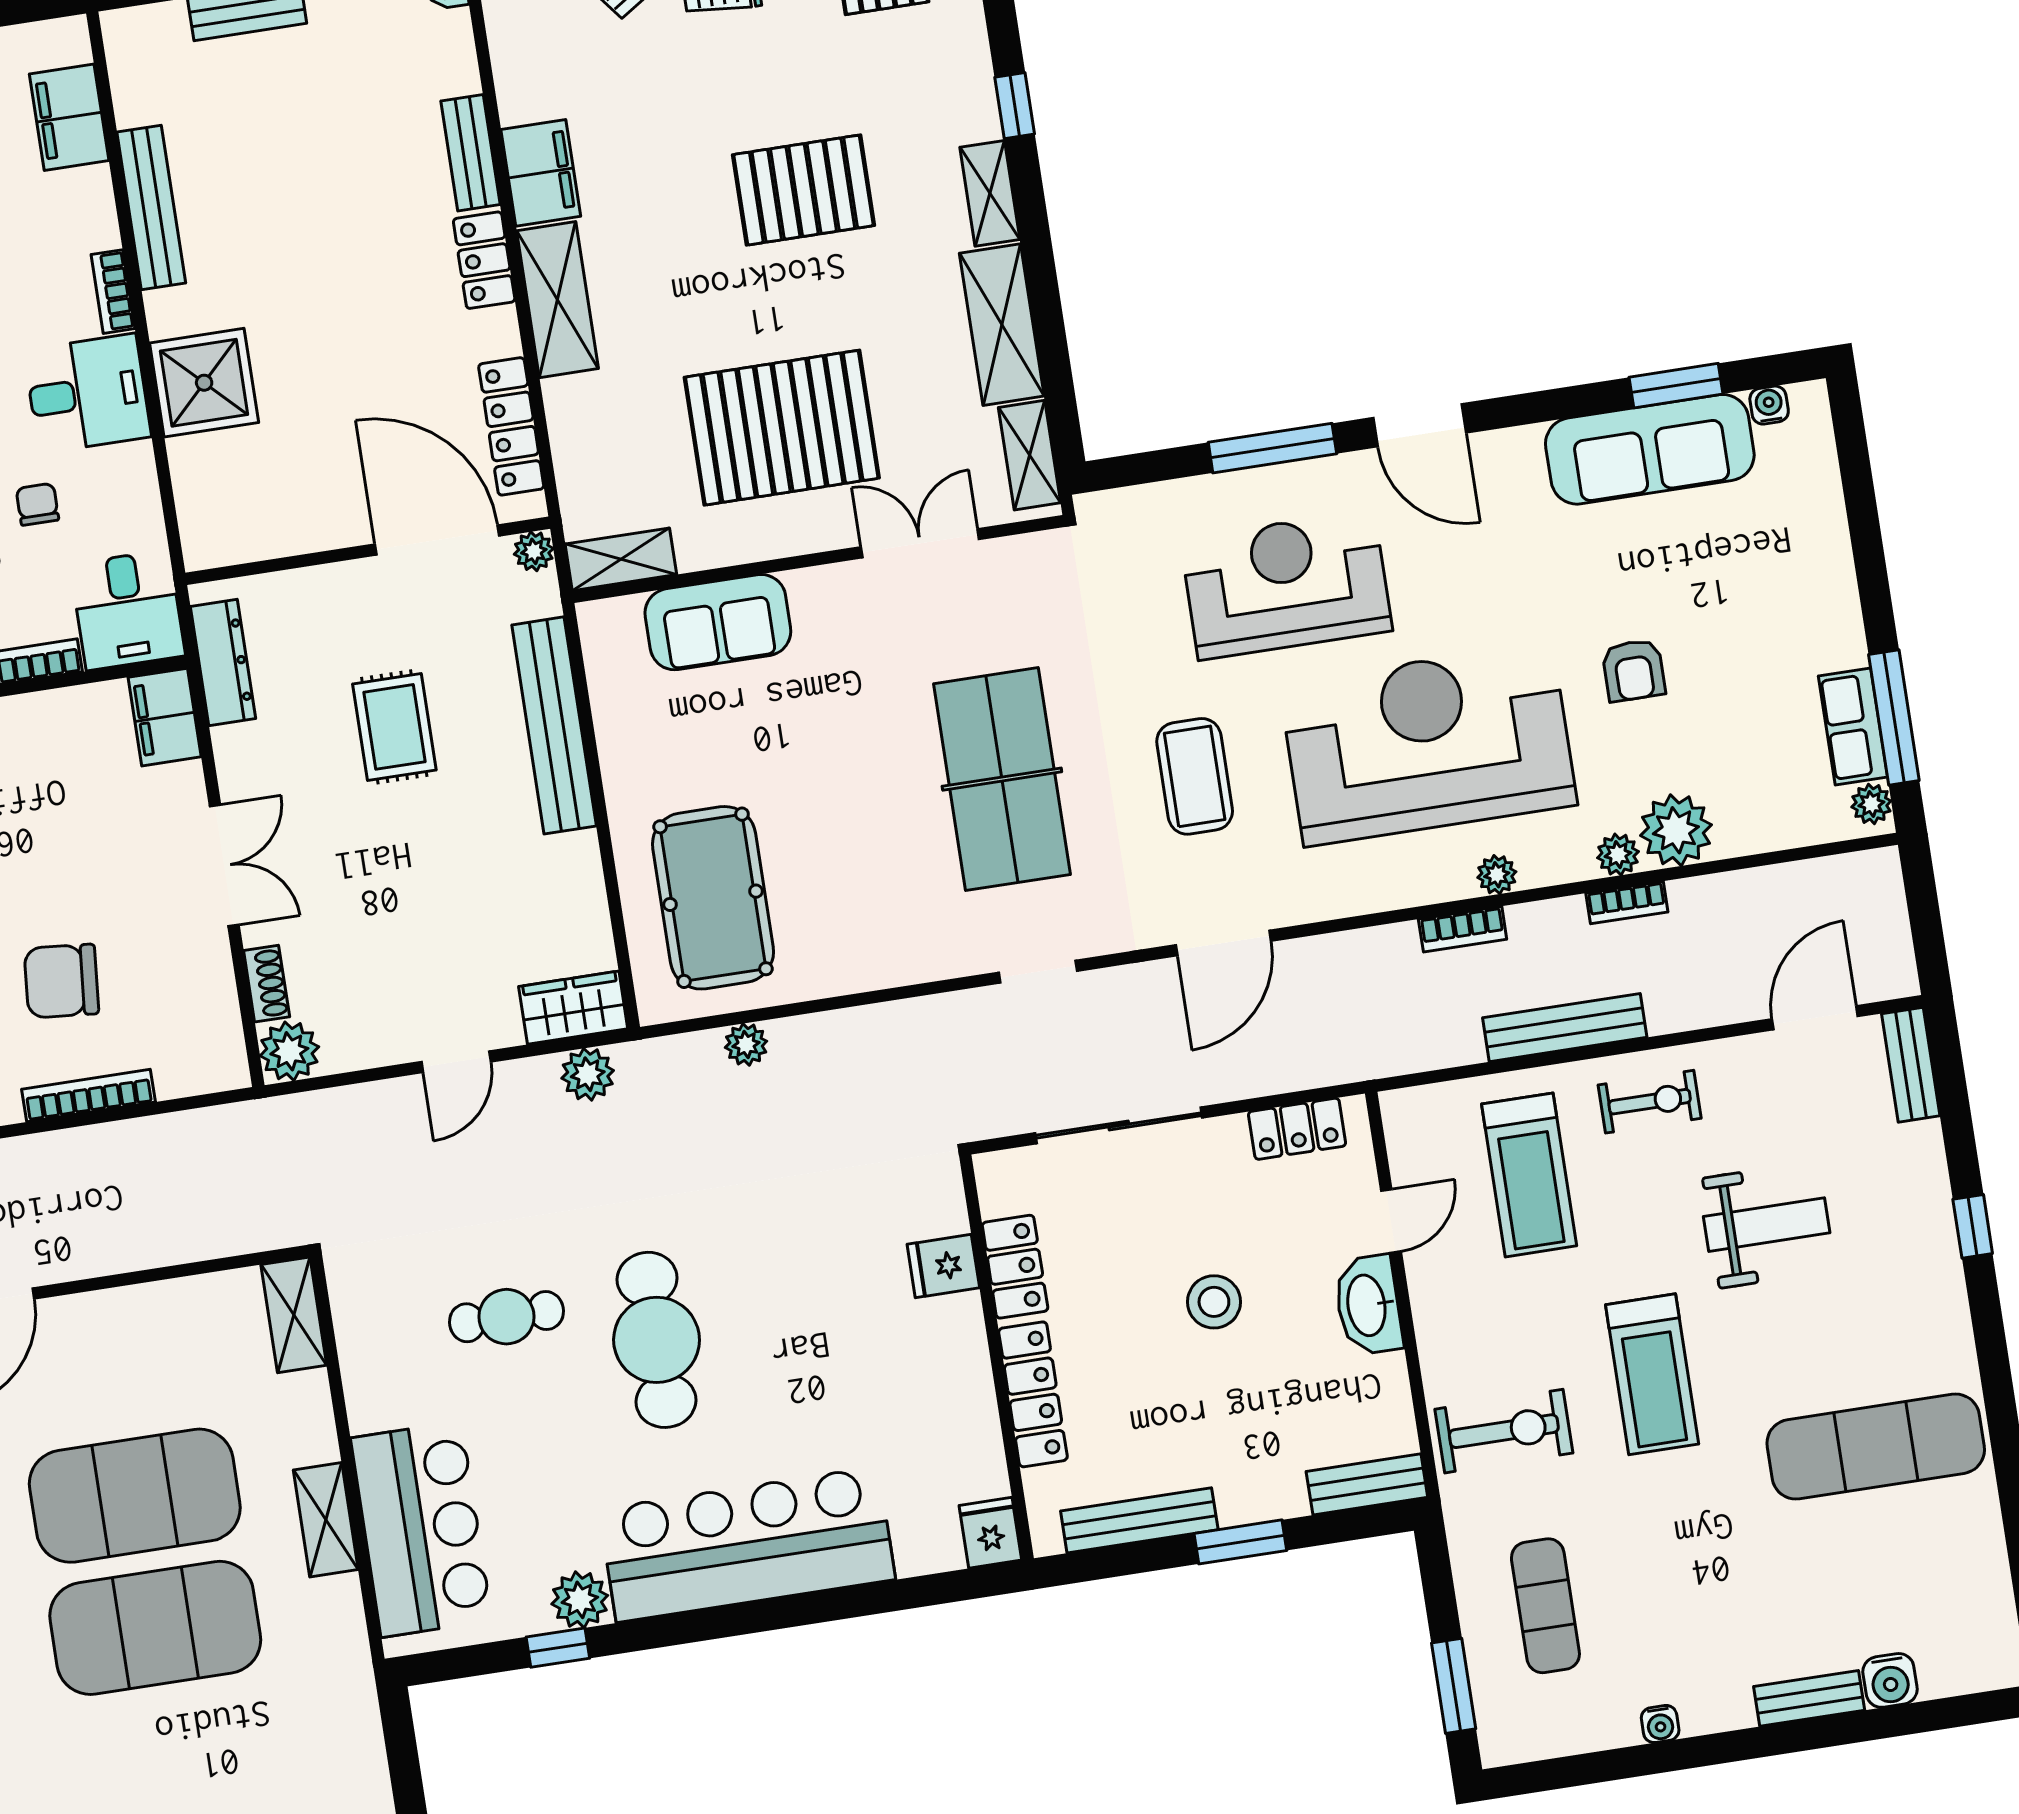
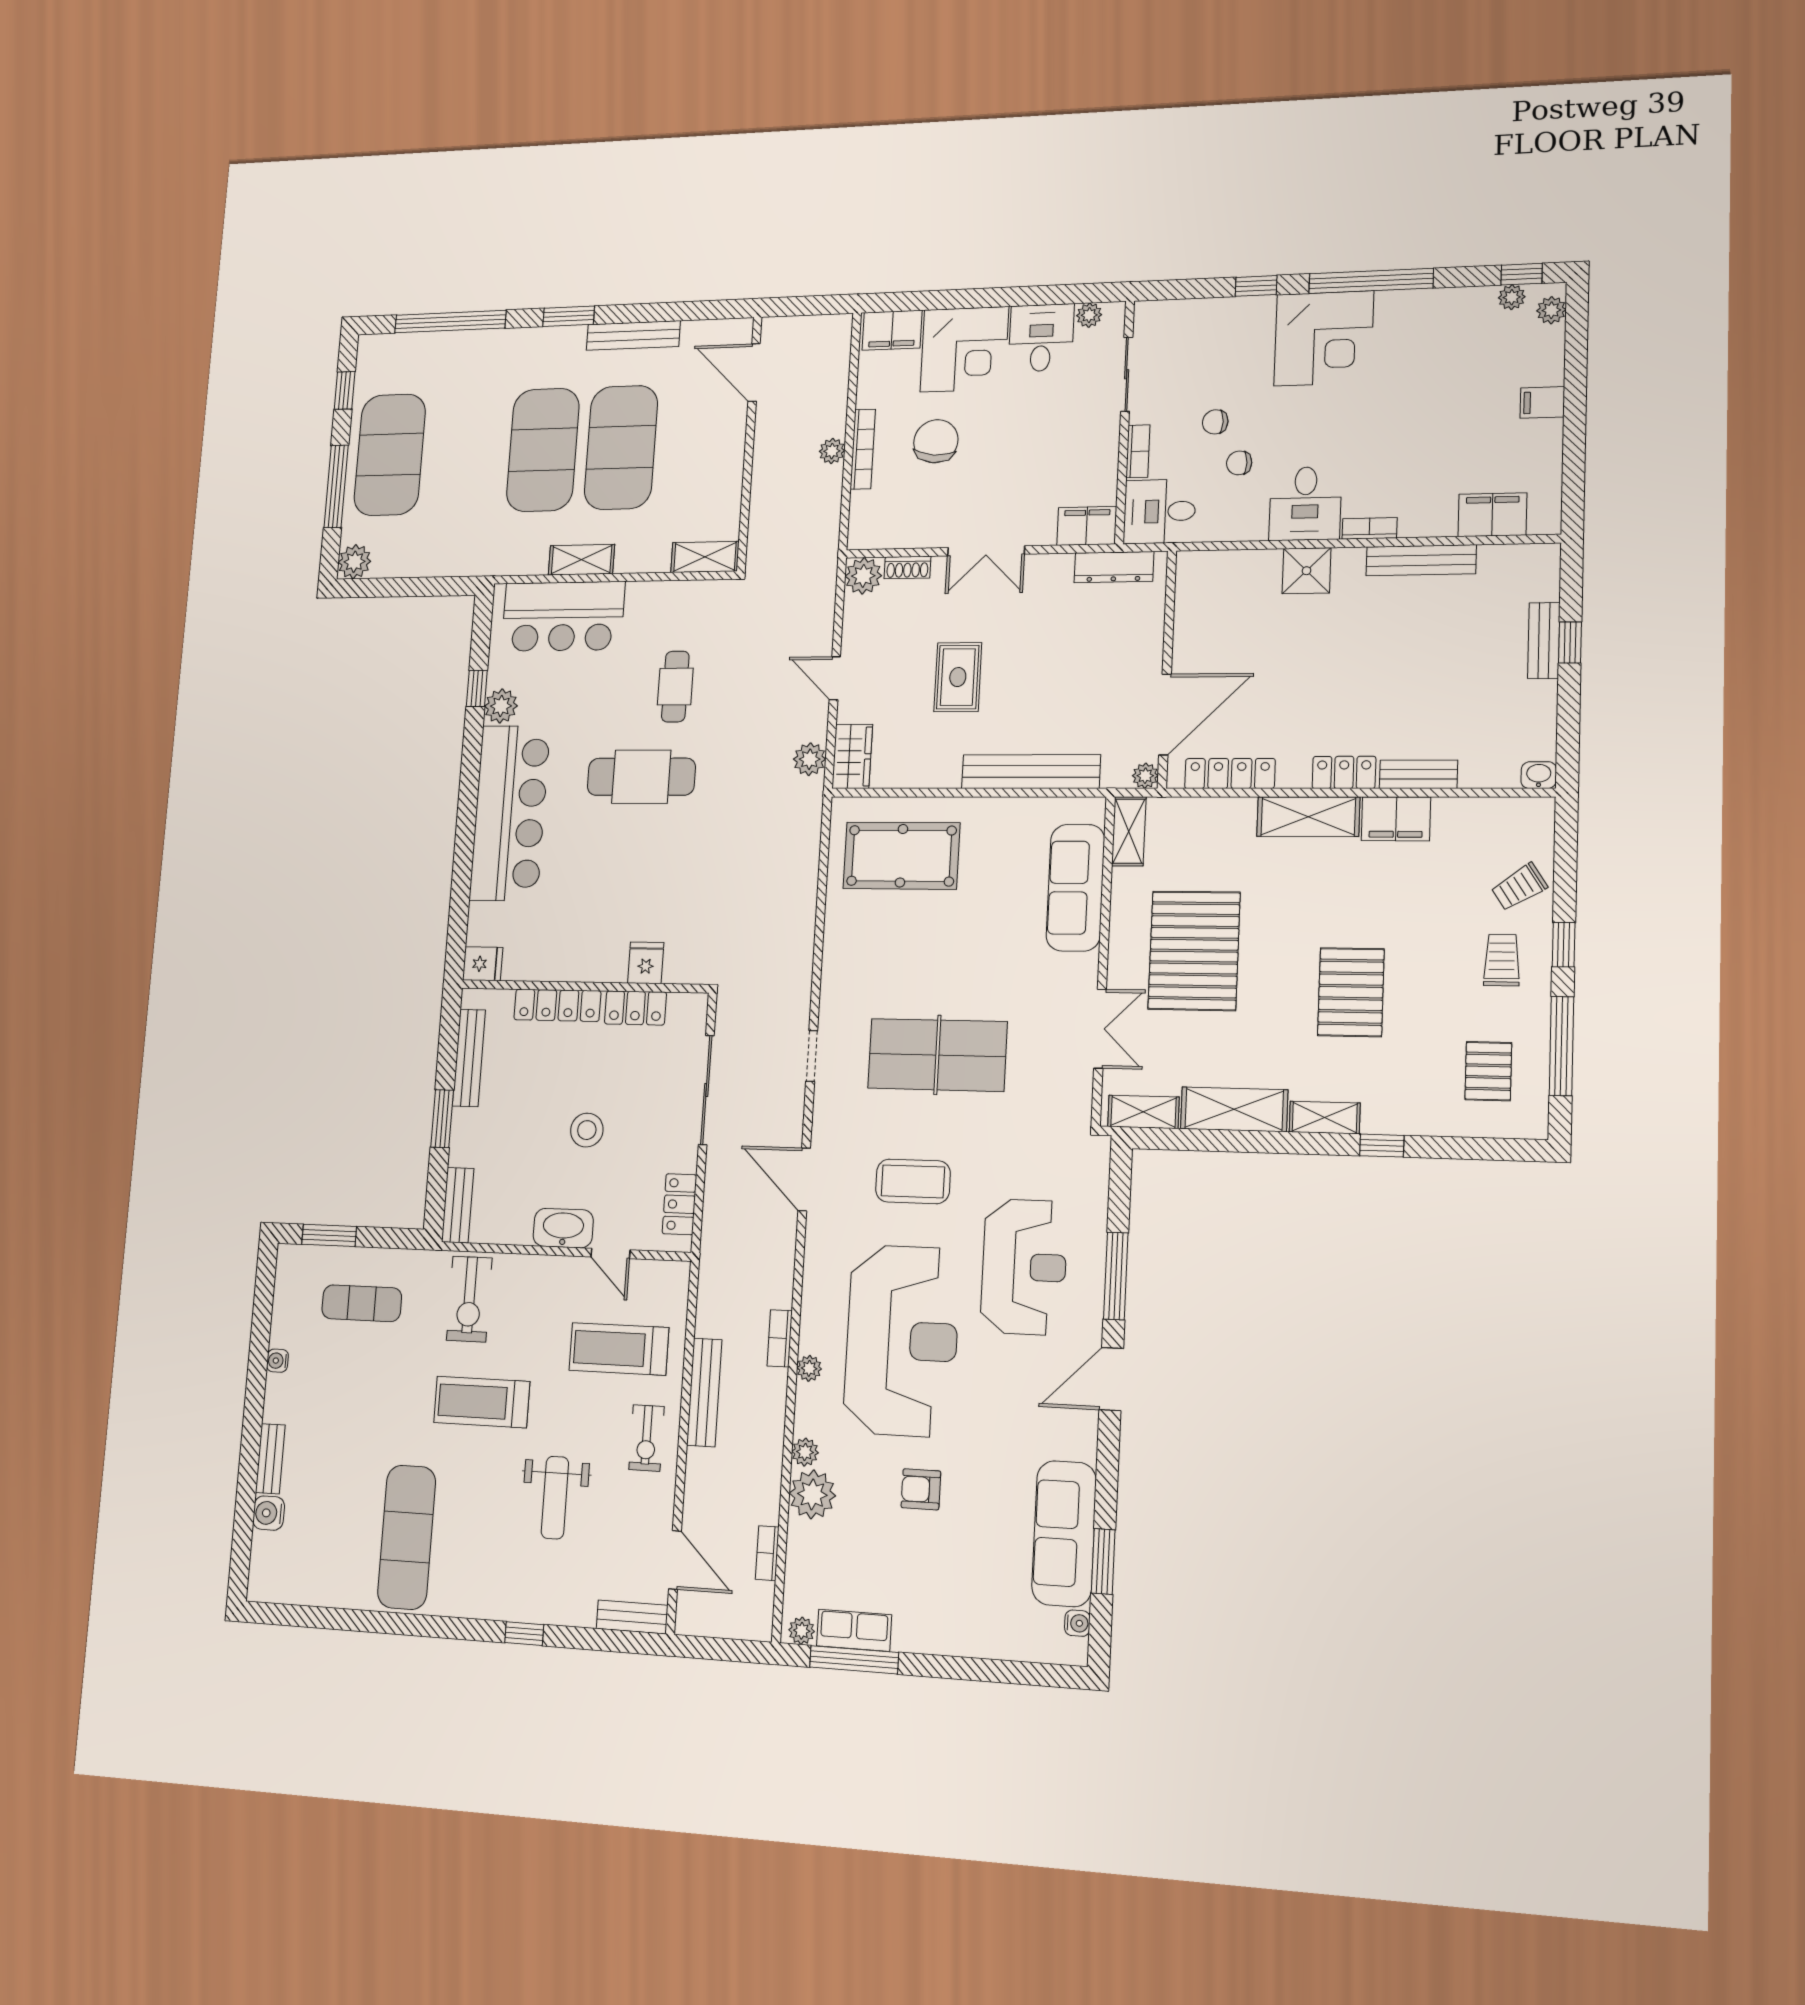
shower: (204, 383) -> (1307, 571), width x0.73, depth x0.73
chair: (37, 504) -> (1239, 463), turned 180
sofa: (718, 622) -> (1075, 888), width x1.36
rug: (394, 727) -> (958, 677), moved, turned 90
bookcase: (1627, 903) -> (767, 1553), moved
plant: (746, 1044) -> (832, 451), moved

